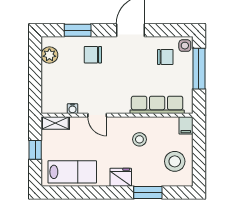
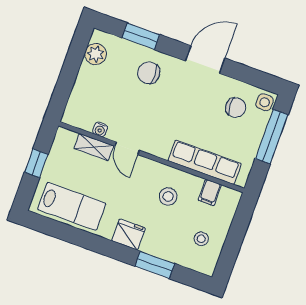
shelving: (55, 123) -> (94, 147), moved
filing cabinet: (186, 125) -> (210, 192), moved
stool: (175, 161) -> (201, 239), width x0.53, depth x0.53

